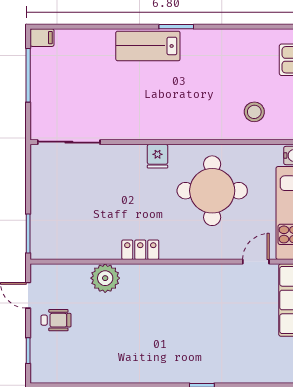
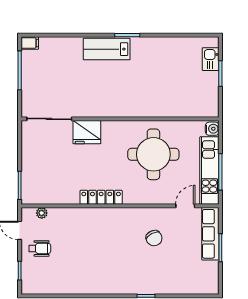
stool: (254, 112) -> (184, 97), removed
fridge: (158, 156) -> (87, 132), moved, width x1.88, depth x1.34
locker: (140, 250) -> (101, 197), width x1.53
plant: (105, 278) -> (42, 213), moved, width x0.53, depth x0.53
chair: (213, 306) -> (154, 238), added

